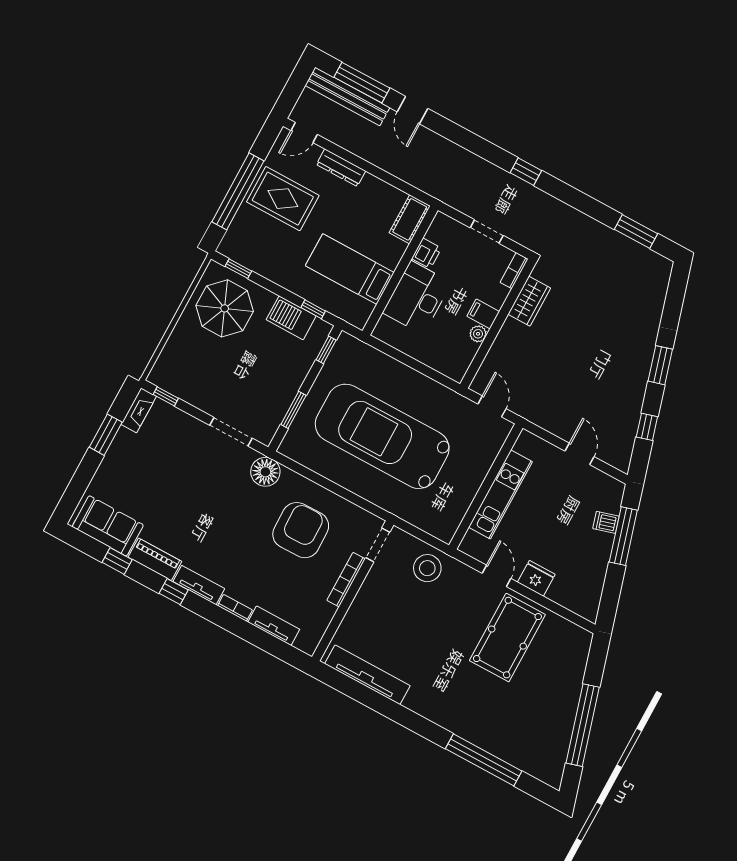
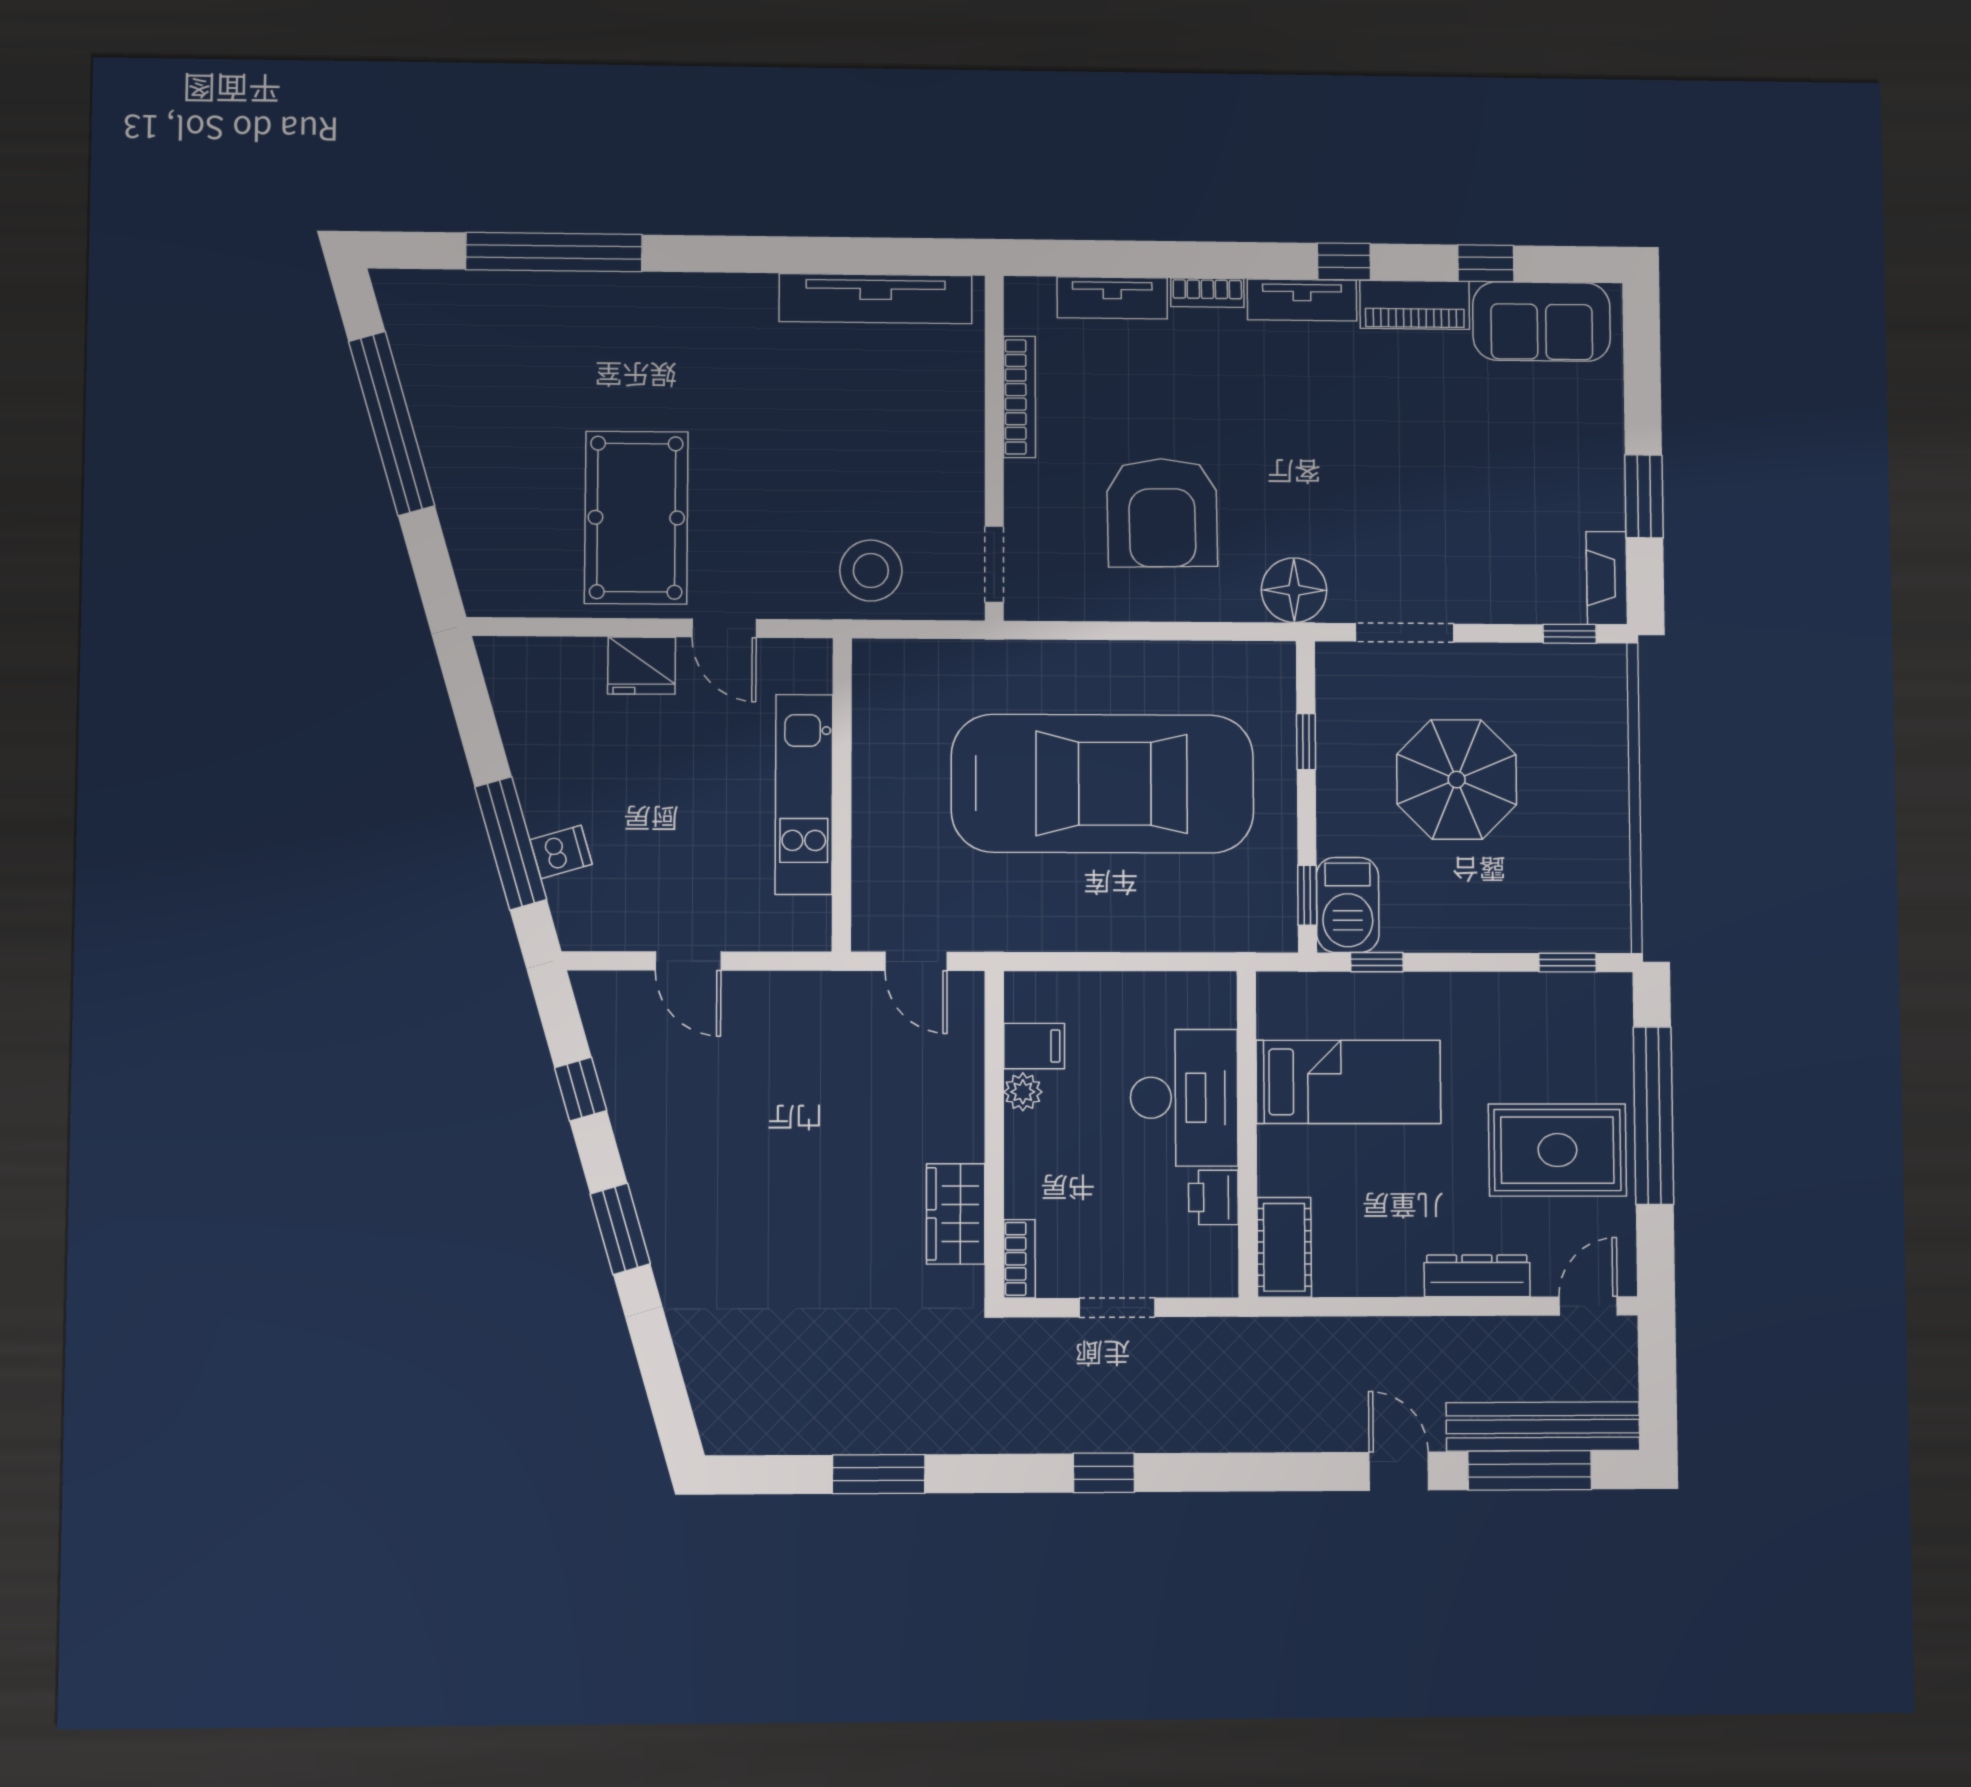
window: (636, 231) -> (879, 1474), moved
parasol: (225, 308) -> (1457, 780), moved
filing cabinet: (483, 314) -> (1034, 1046), moved
barbecue: (291, 318) -> (1348, 905), moved, turned 90
window: (293, 410) -> (1306, 742), width x0.67
bookcase: (346, 580) -> (1019, 397), moved

